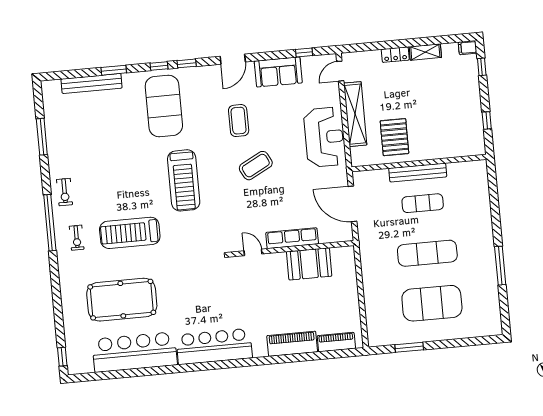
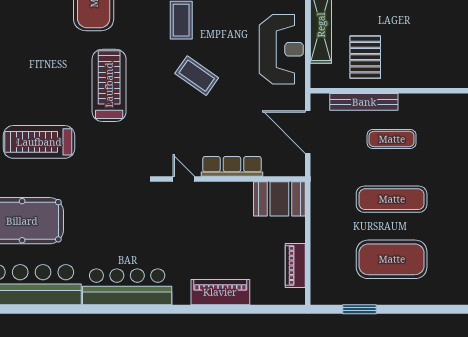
coffee table: (256, 166) -> (197, 76), turned 63
bench: (418, 173) -> (364, 102), moved
treadmill: (184, 180) -> (109, 85), turned 180
booth: (309, 264) -> (279, 199), moved
piano: (336, 342) -> (295, 265), moved, turned -90

